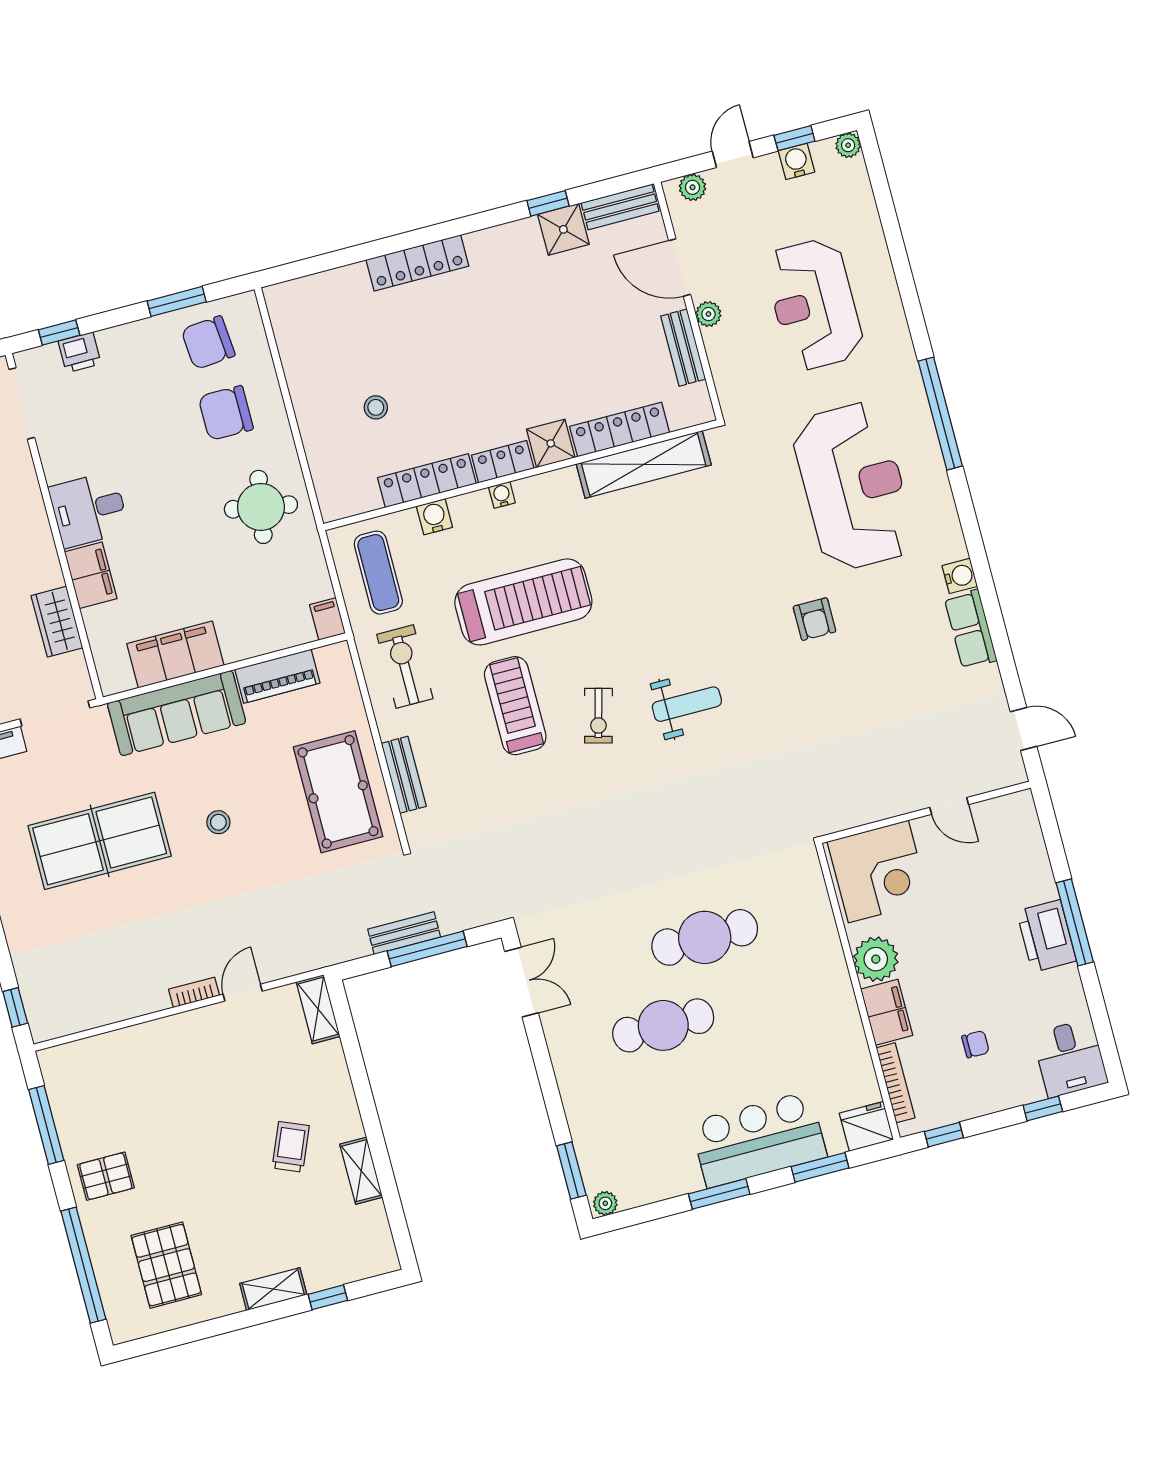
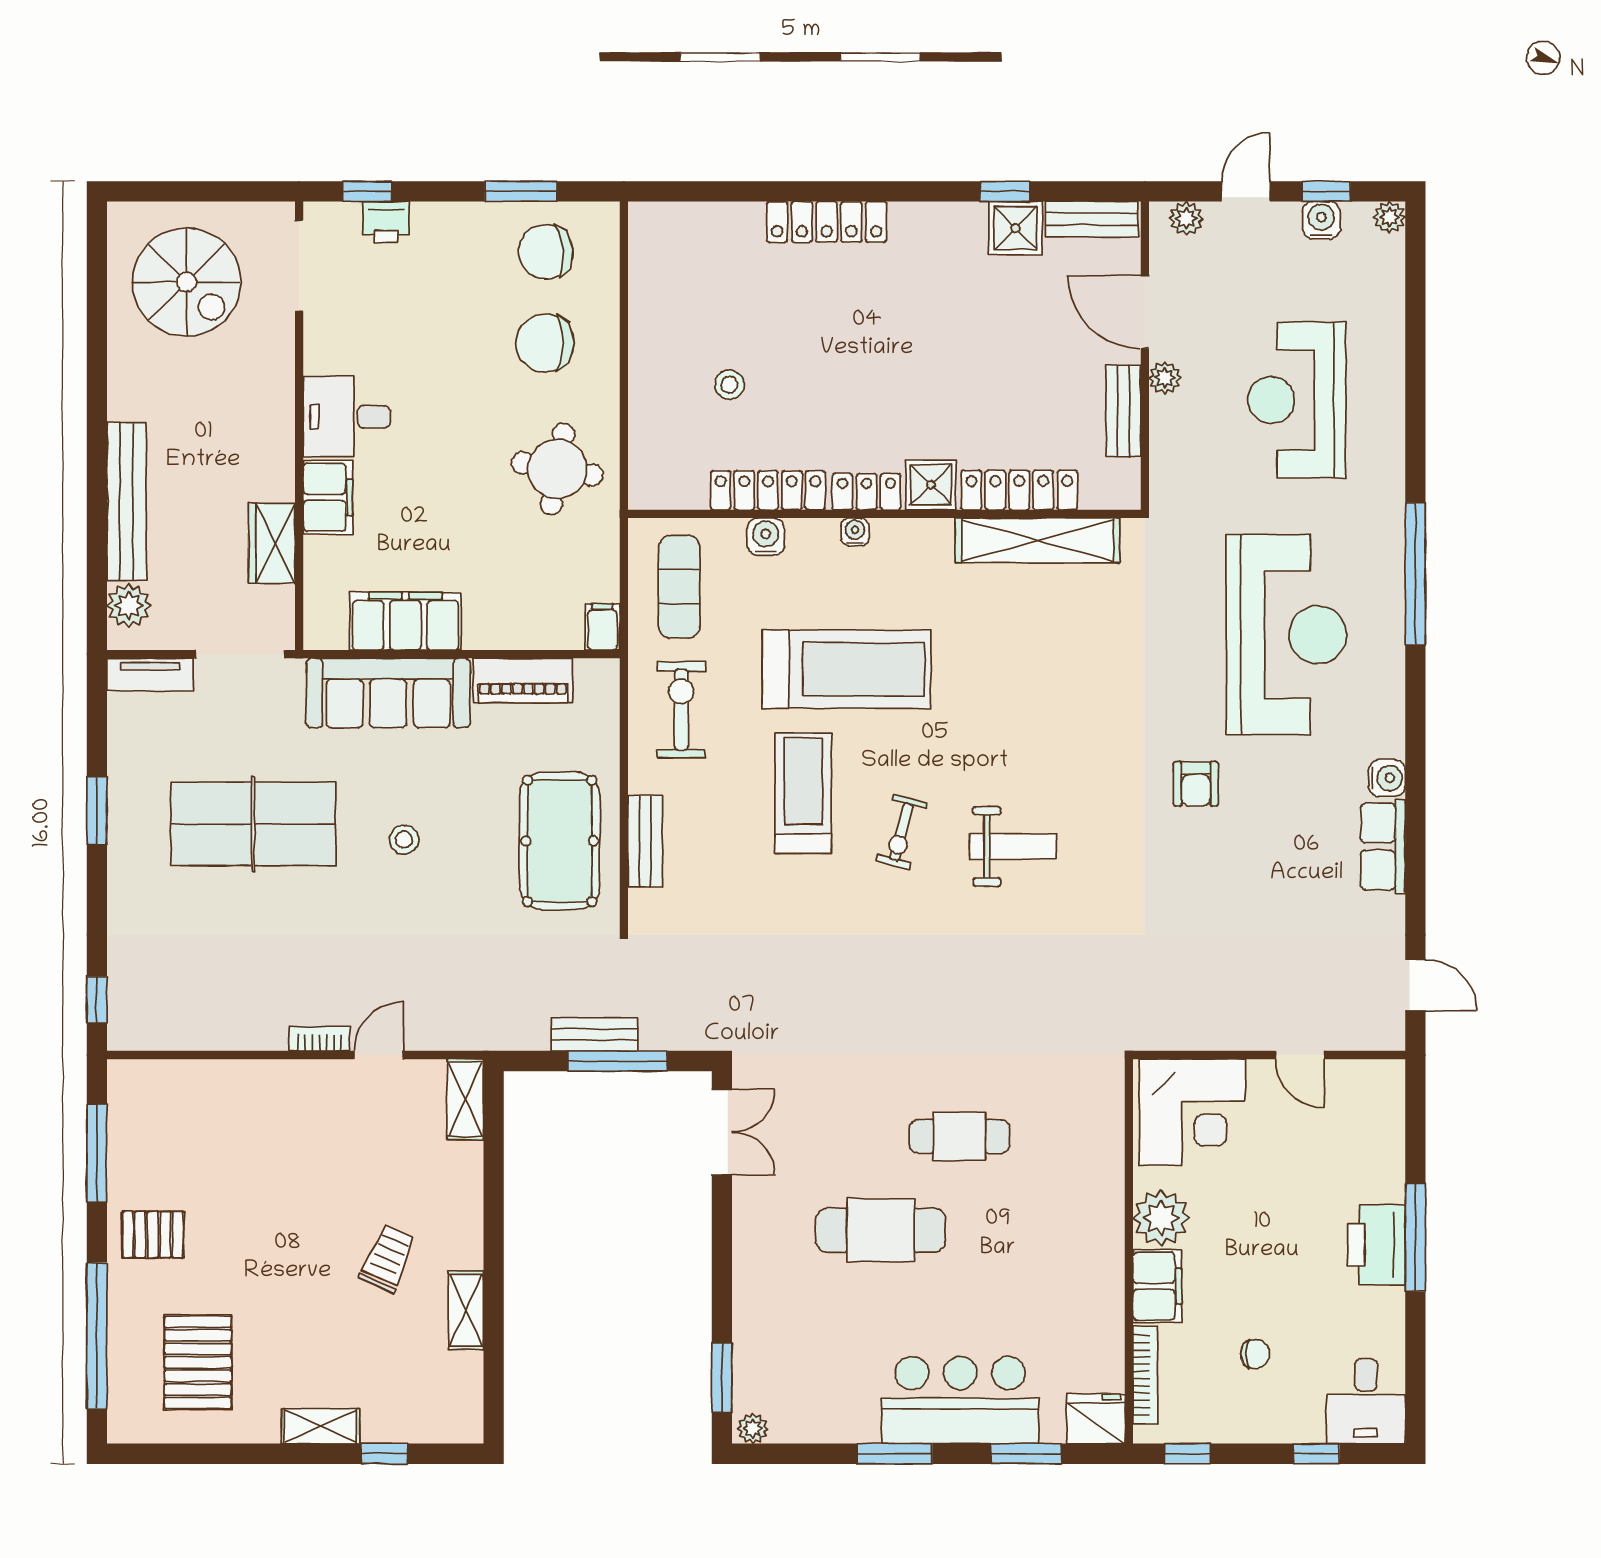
cafe table: (705, 937) -> (960, 1136), width x0.73, depth x0.74

